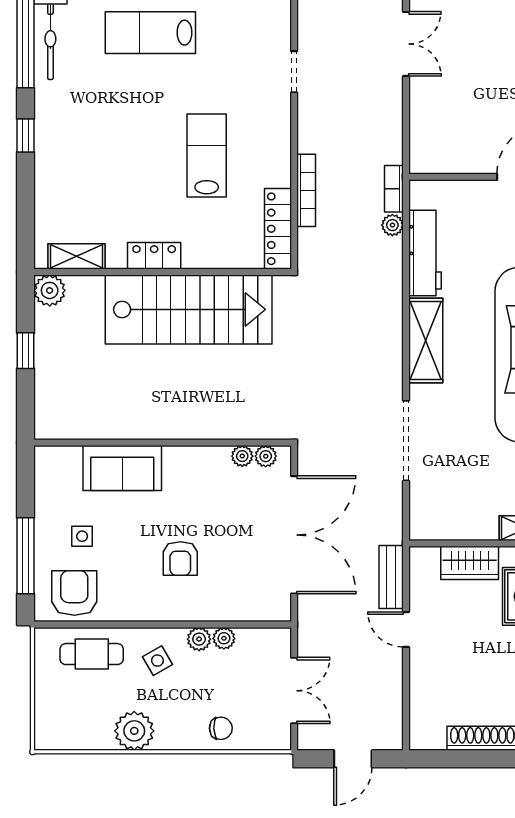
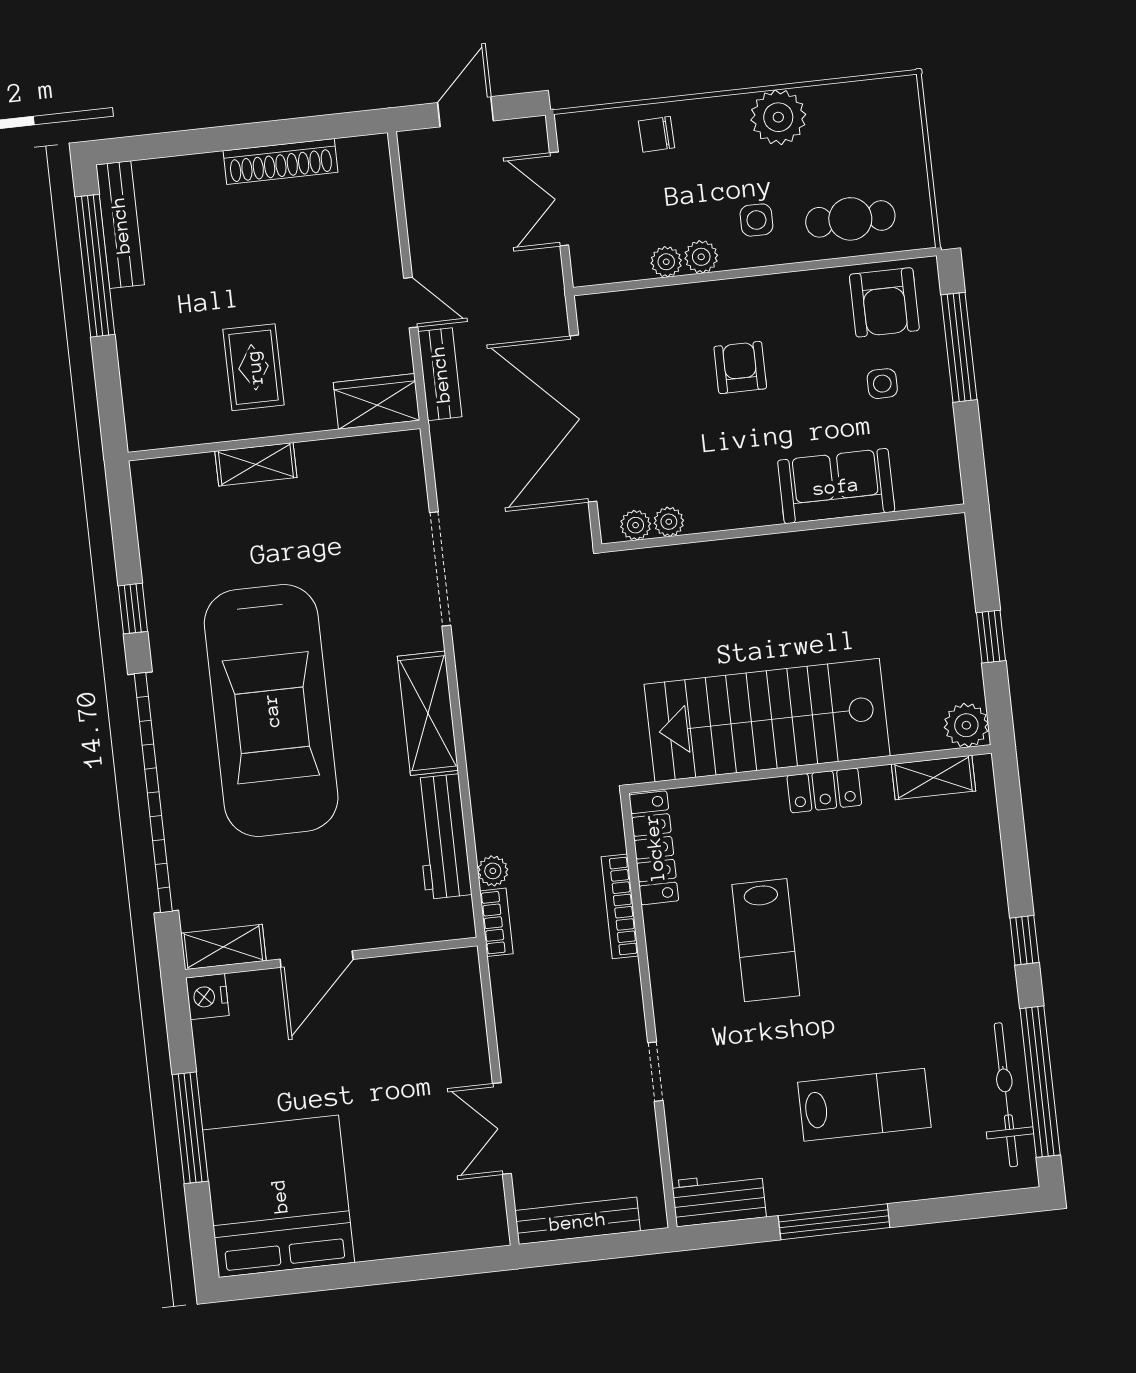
wardrobe: (470, 563) -> (377, 401), moved
side table: (157, 661) -> (756, 220), turned 30

